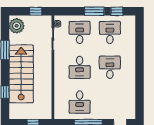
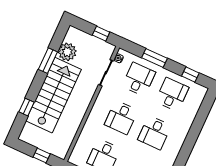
window: (94, 11) -> (154, 58), moved
plant: (17, 26) -> (67, 52), moved
desk: (110, 67) -> (154, 133), turned 180

